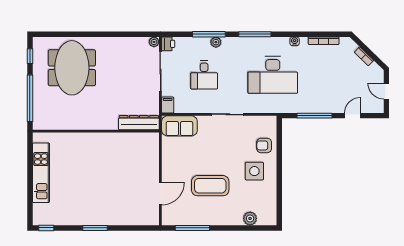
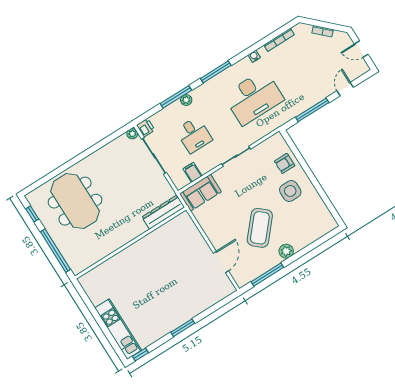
filing cabinet: (168, 105) -> (192, 172), moved
kitchen unit: (41, 173) -> (118, 329), moved
coffee table: (210, 186) -> (260, 228), turned -49
plant: (250, 218) -> (286, 251), moved

